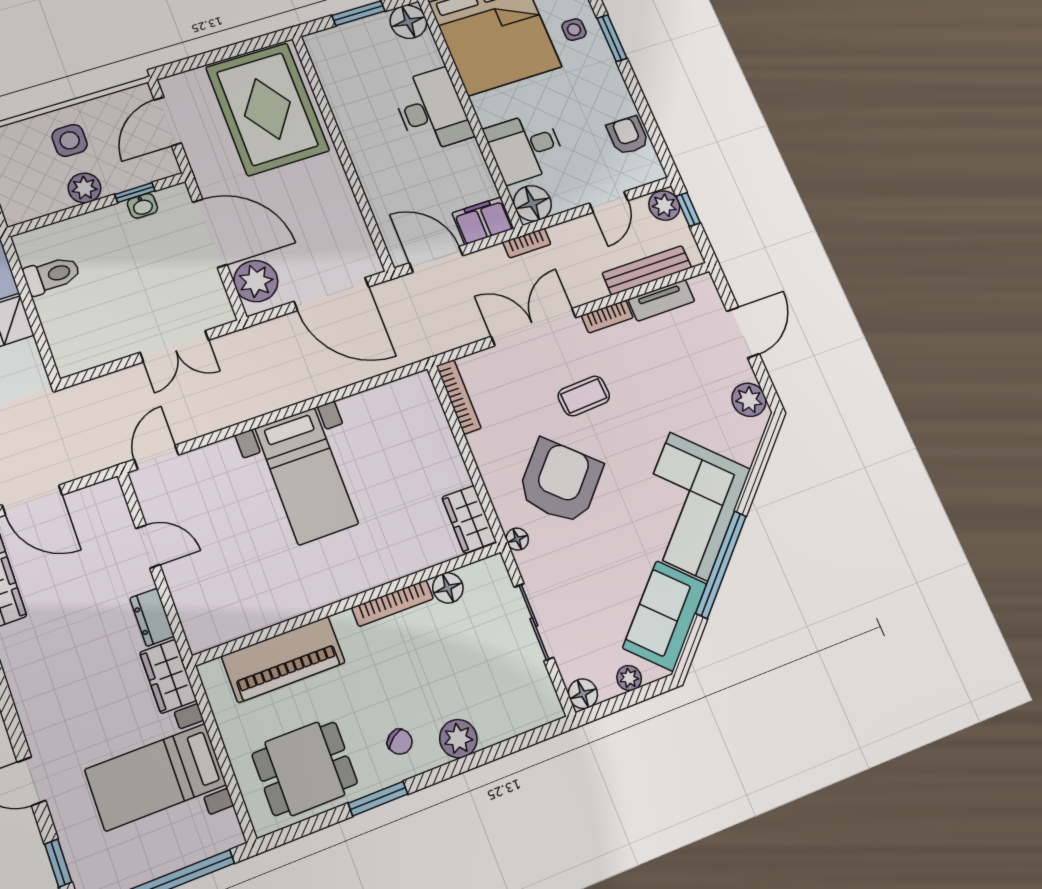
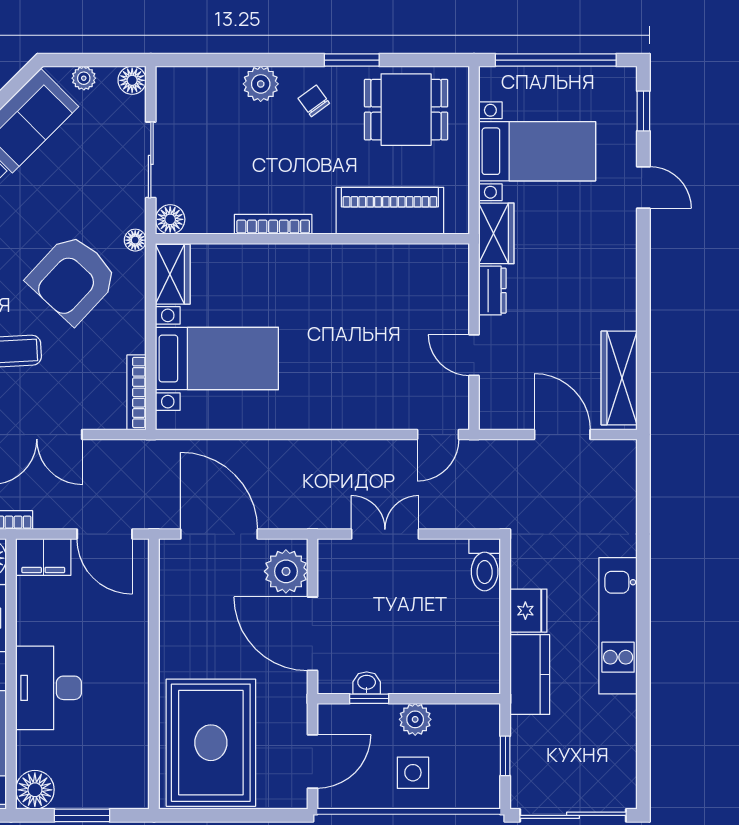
toilet: (52, 275) -> (485, 565), moved, turned -90
bed with nightstands: (307, 476) -> (217, 359), moved, turned 90
floor lamp: (448, 588) -> (170, 219), moved

